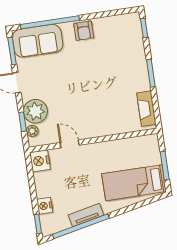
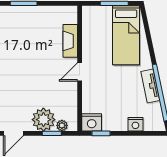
fireplace: (146, 109) -> (70, 41), moved, turned 90
door: (70, 144) -> (80, 72), moved
window: (38, 224) -> (101, 133), moved

